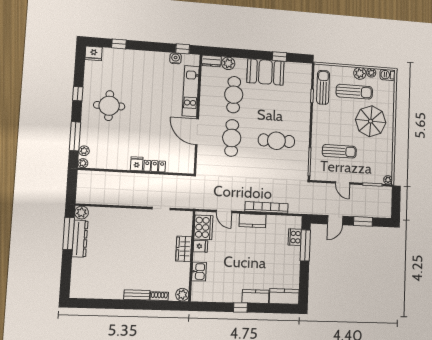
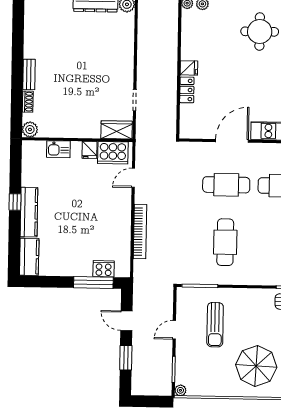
kitchen counter: (253, 221) -> (123, 214), removed
wardrobe: (184, 249) -> (117, 130), moved
kitchen counter: (255, 296) -> (29, 212), width x1.50

